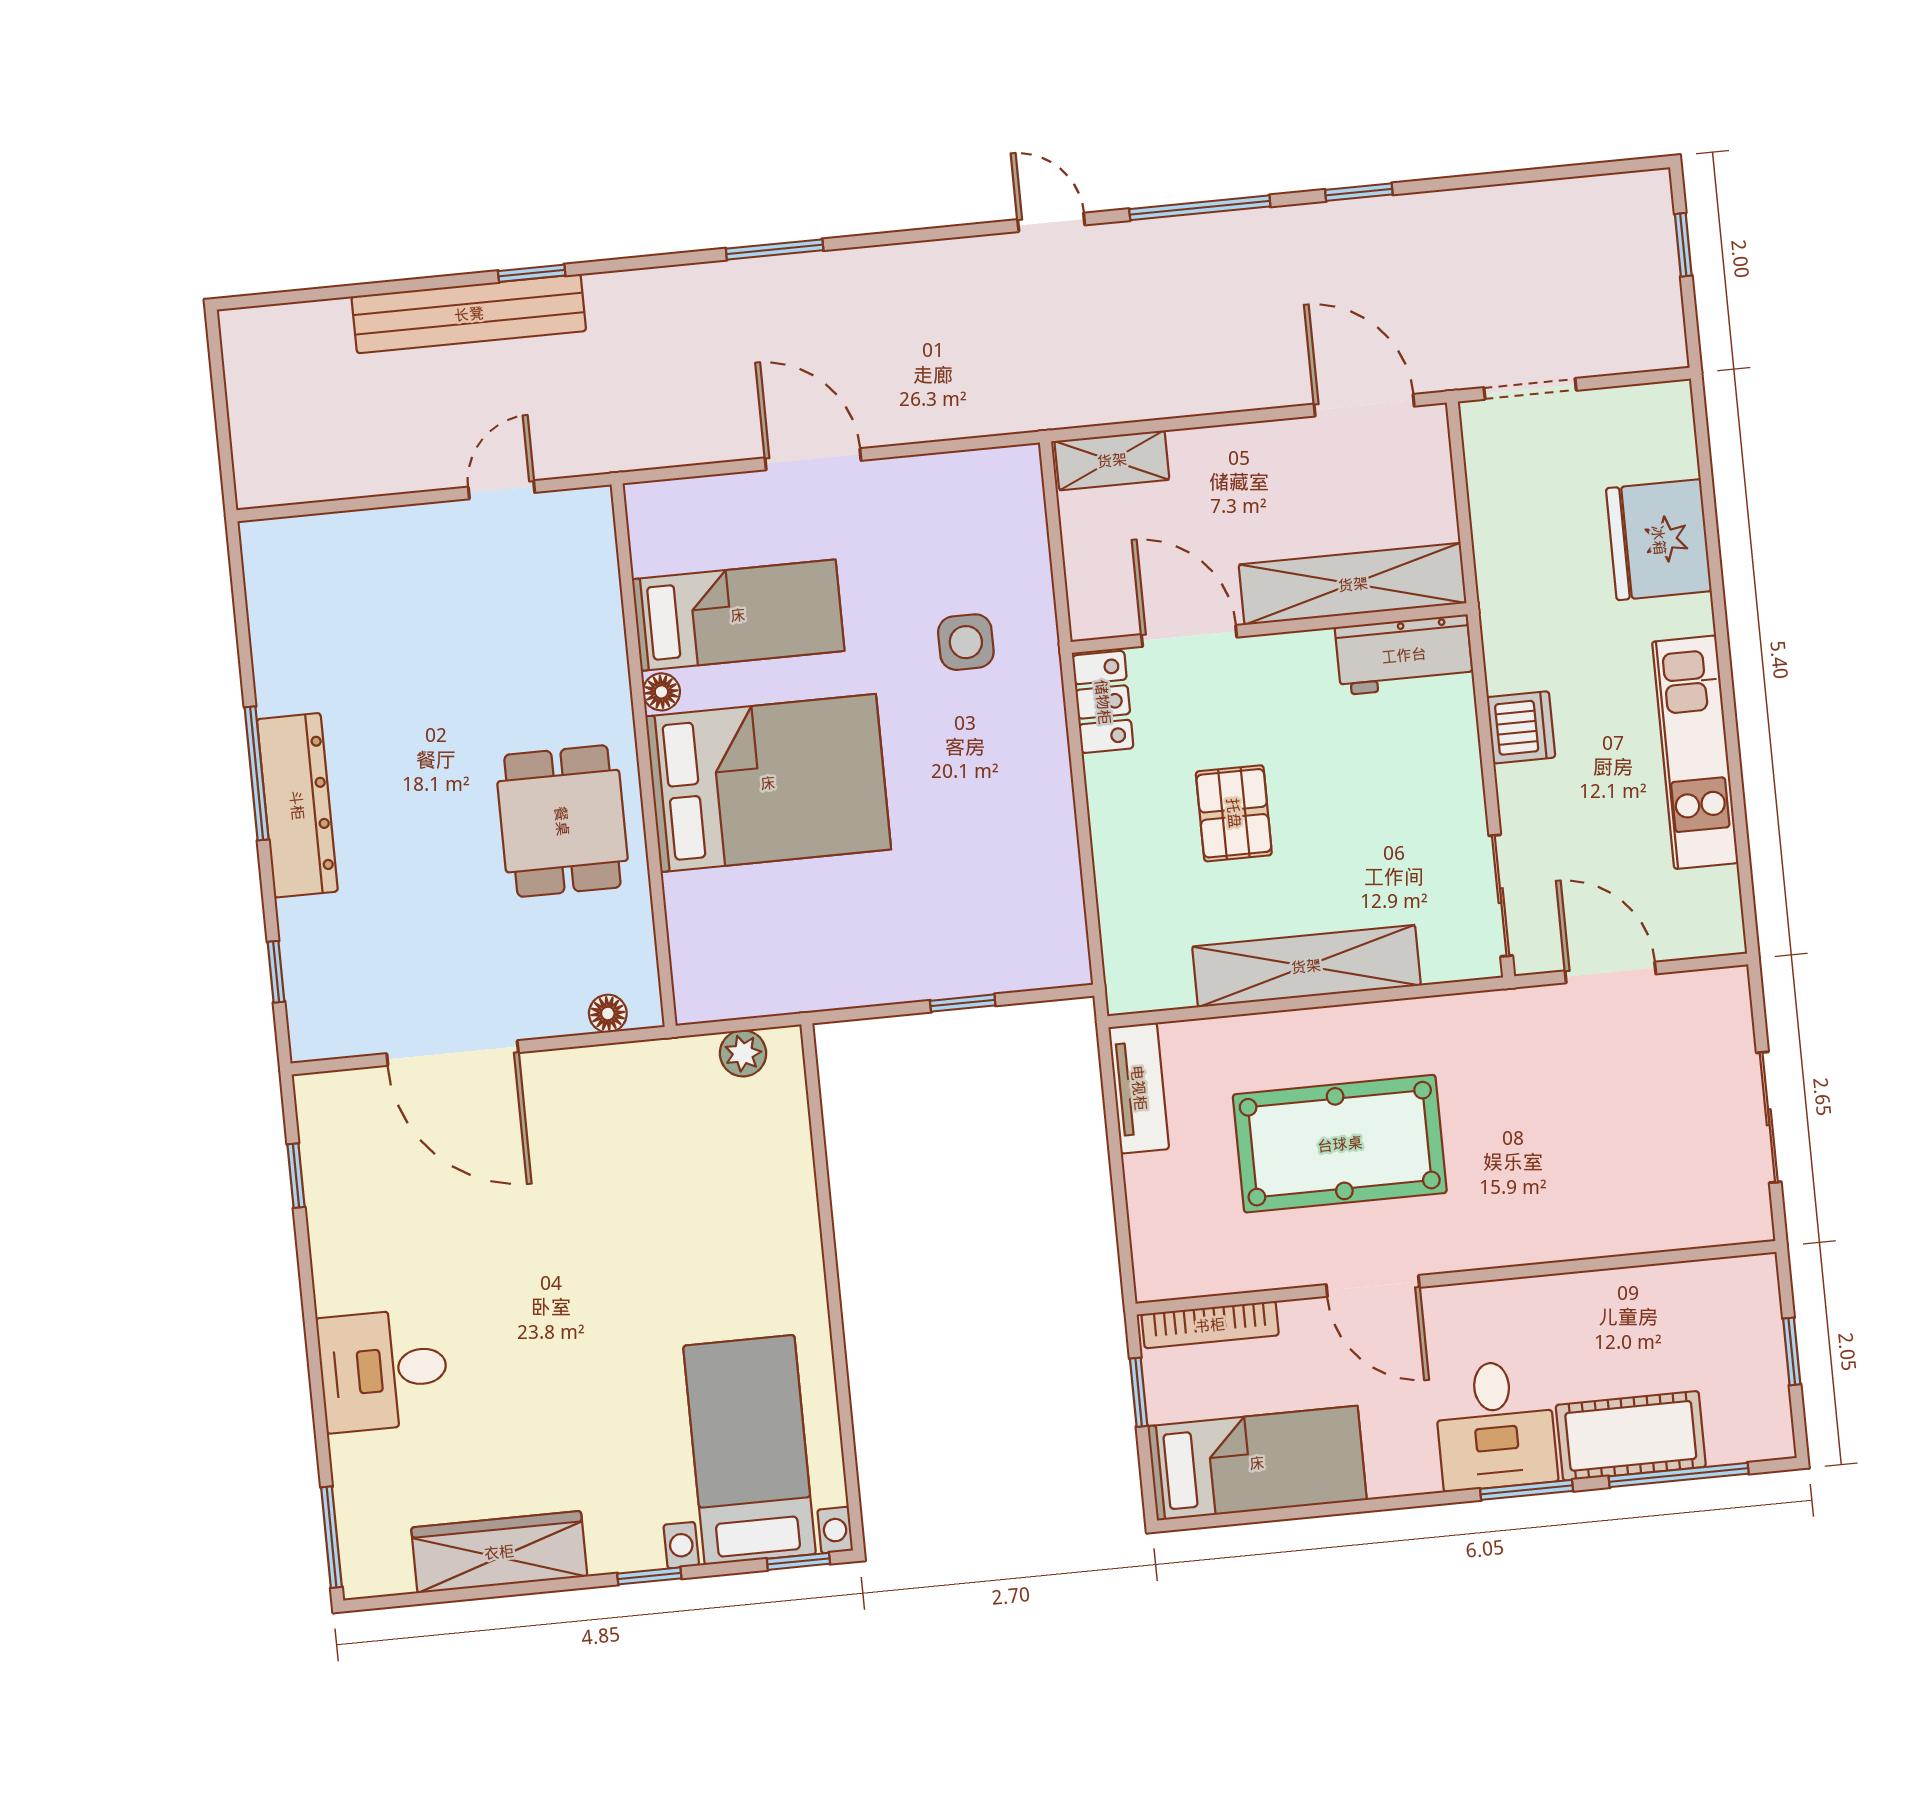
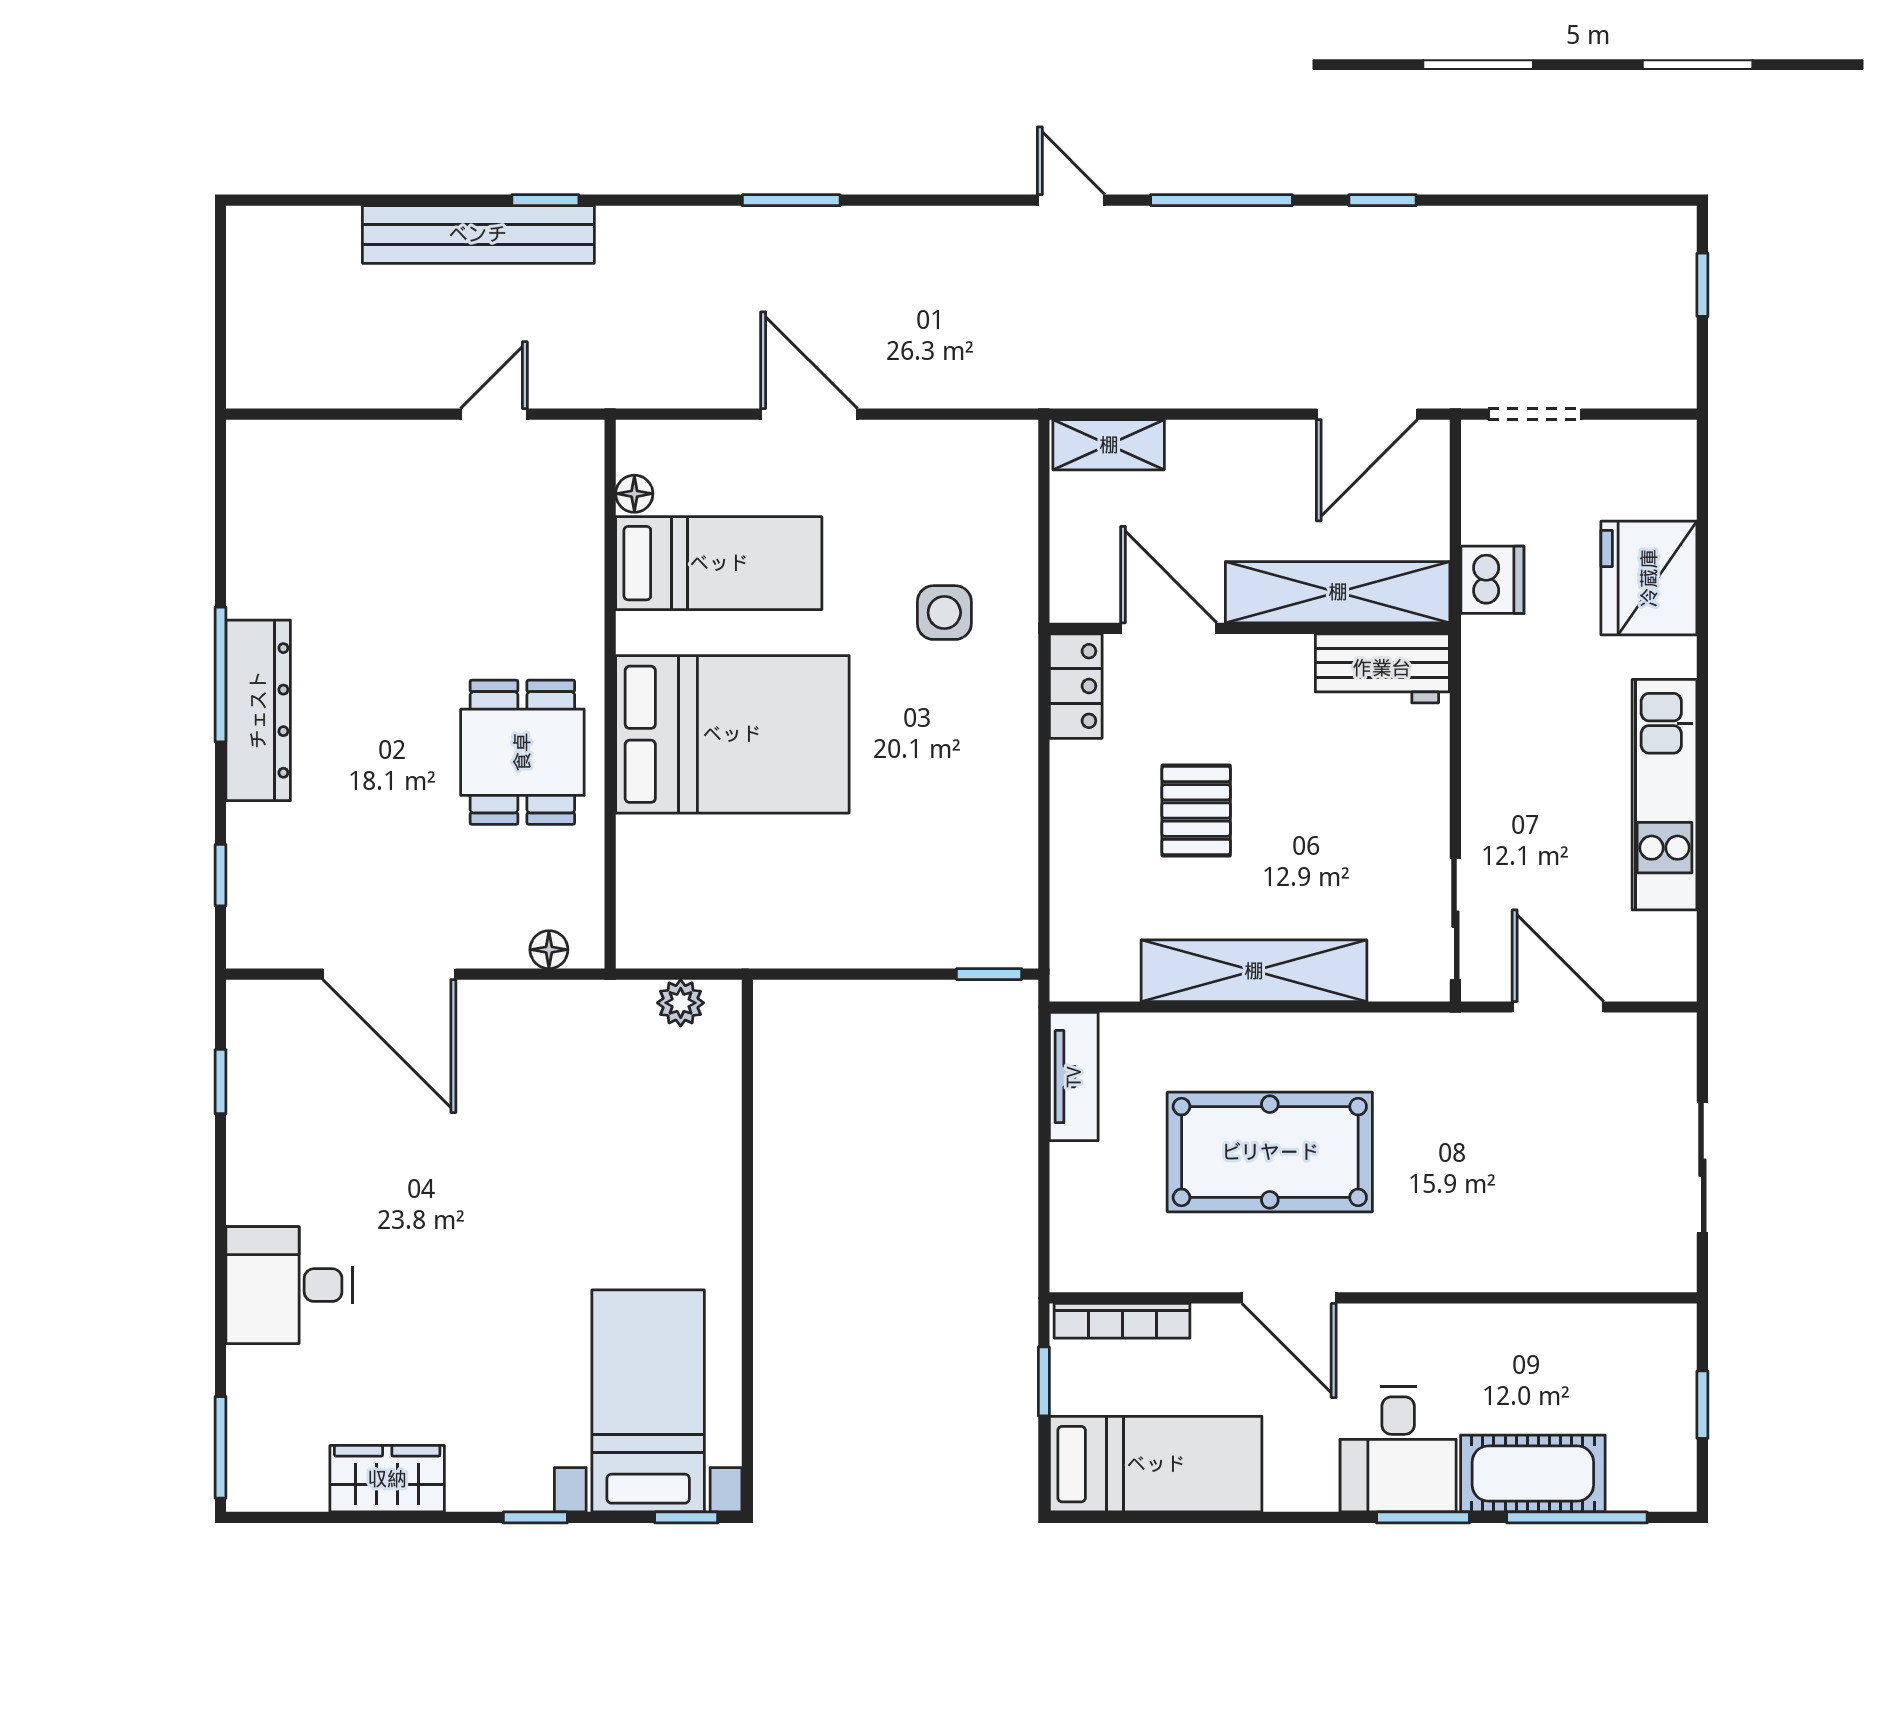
door: (1364, 405) -> (1367, 414), swing flipped
floor lamp: (661, 692) -> (634, 494), moved
dishwasher: (1521, 727) -> (1492, 580), moved
window: (963, 1003) -> (989, 974), moved
wardrobe: (499, 1552) -> (387, 1479), width x0.67

